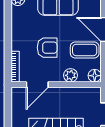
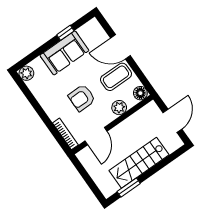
armchair: (47, 48) -> (82, 98), turned 180

